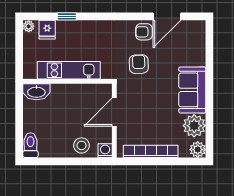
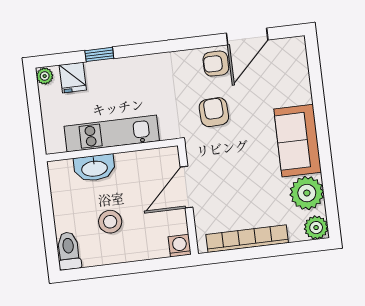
washbasin: (36, 92) -> (94, 168), moved
stool: (82, 145) -> (110, 222), moved

